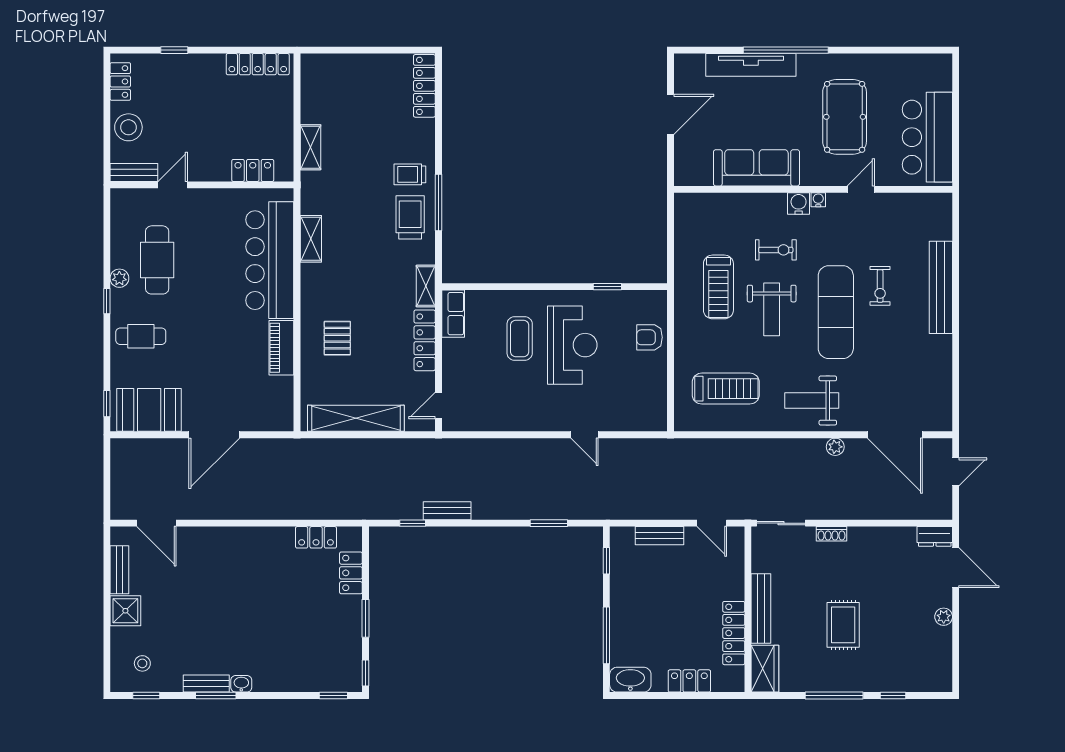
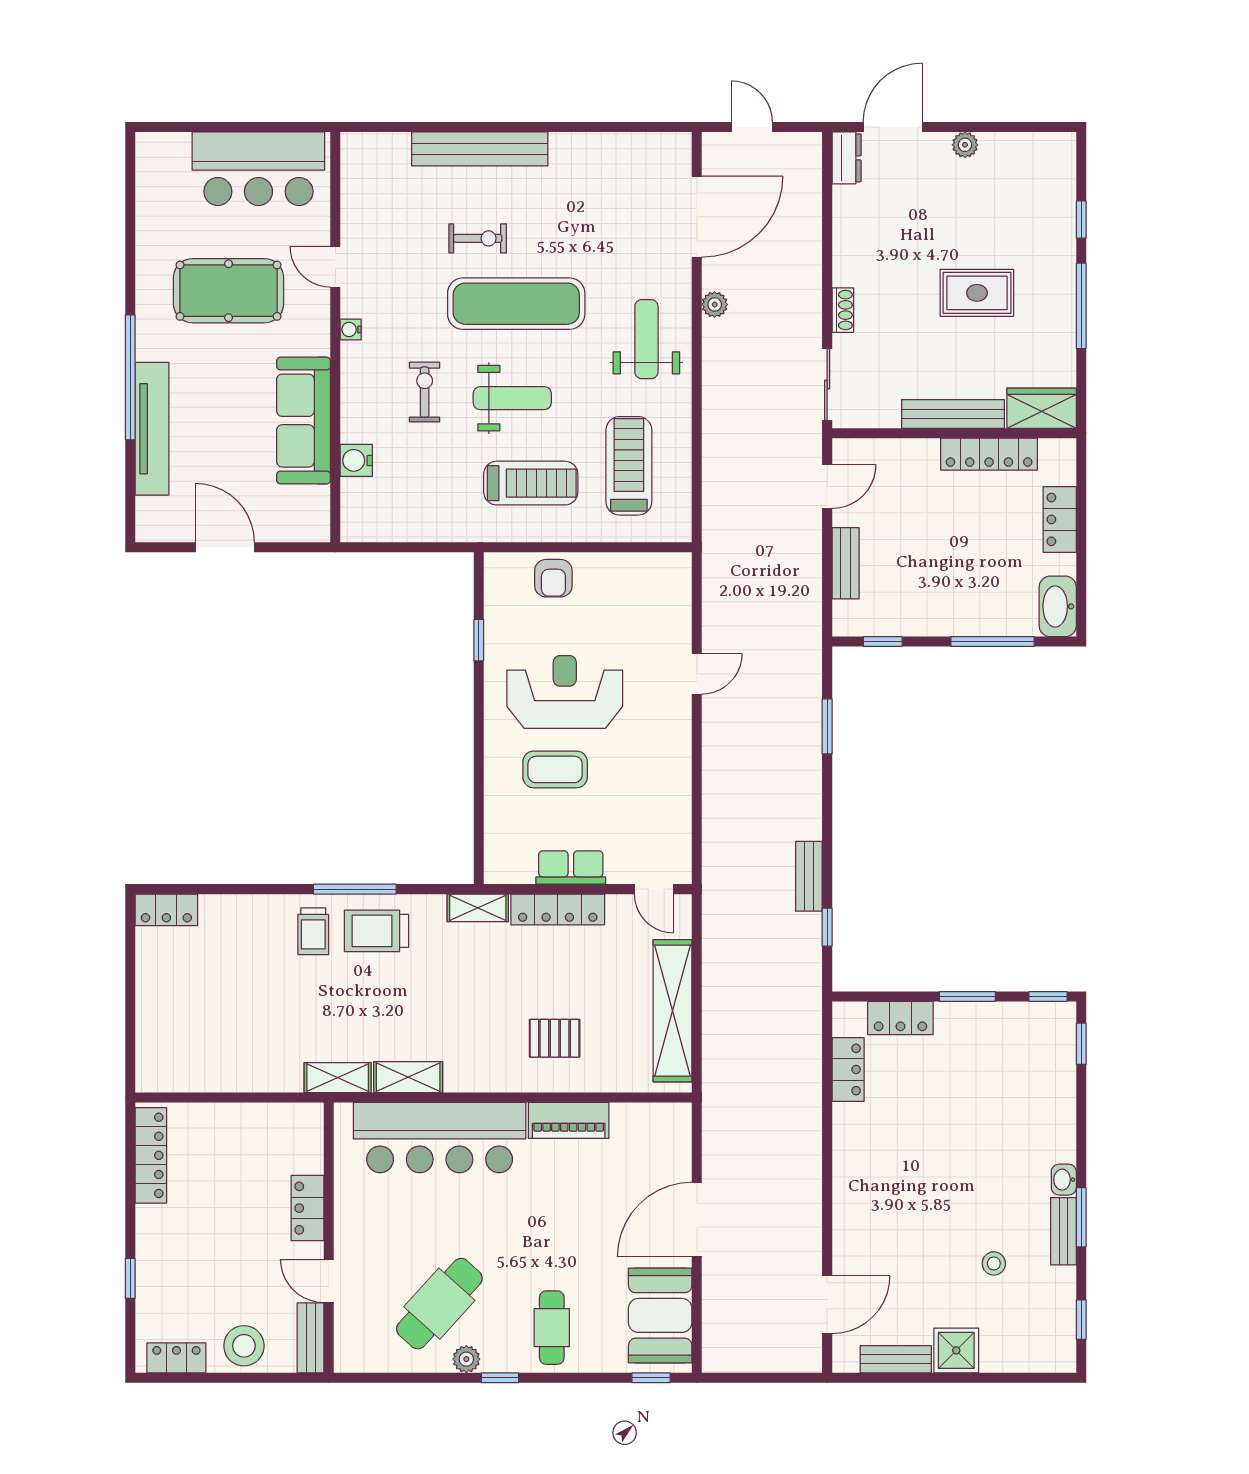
locker: (424, 86) -> (166, 910), width x0.66
shelving: (311, 147) -> (338, 1078), moved
locker: (253, 170) -> (307, 1208), moved
water cooler: (799, 204) -> (356, 460), moved
cafe table: (157, 260) -> (439, 1304), turned -48
treadmill: (718, 287) -> (531, 483), moved
row of seats: (453, 314) -> (571, 868), moved
weight bench: (812, 401) -> (646, 339), turned 180
door: (214, 435) -> (697, 1219), swing flipped
stool: (142, 663) -> (994, 1263), moved

